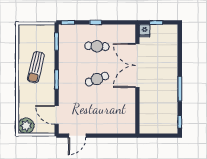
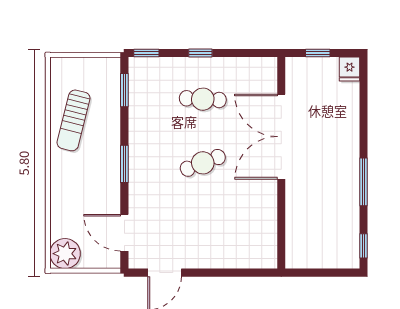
fridge: (145, 31) -> (350, 69), moved
sun lounger: (36, 67) -> (74, 120), moved

